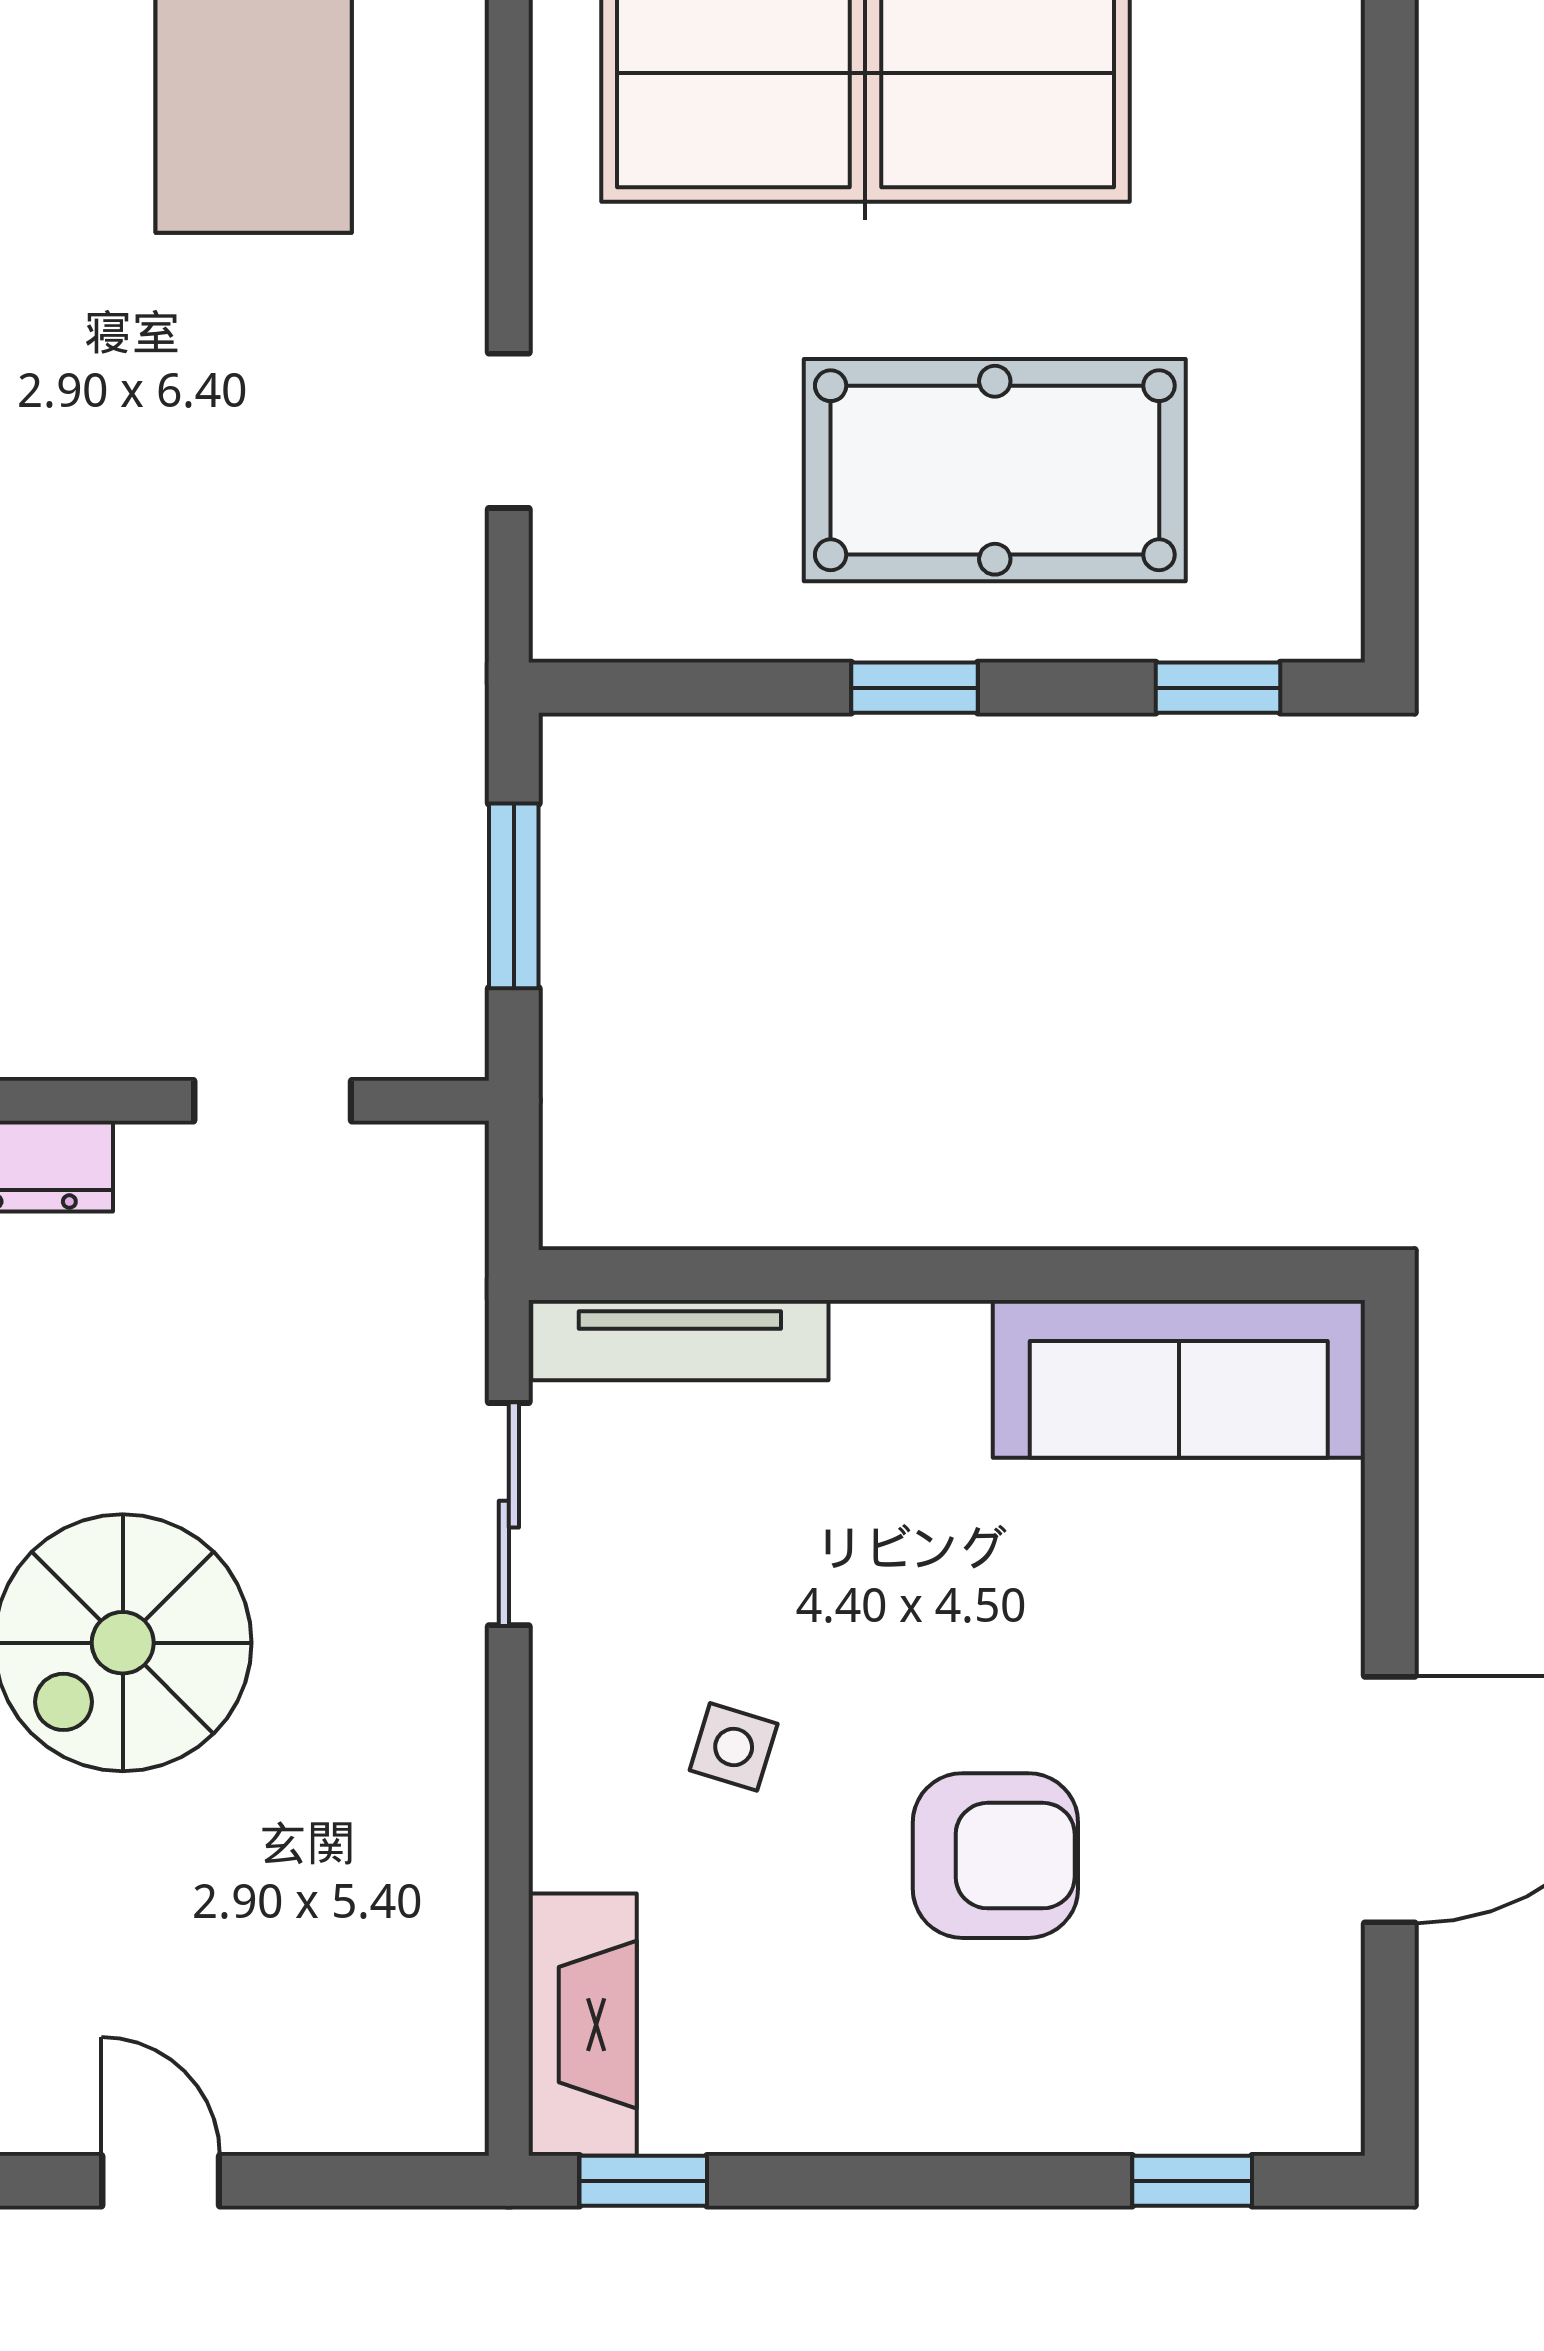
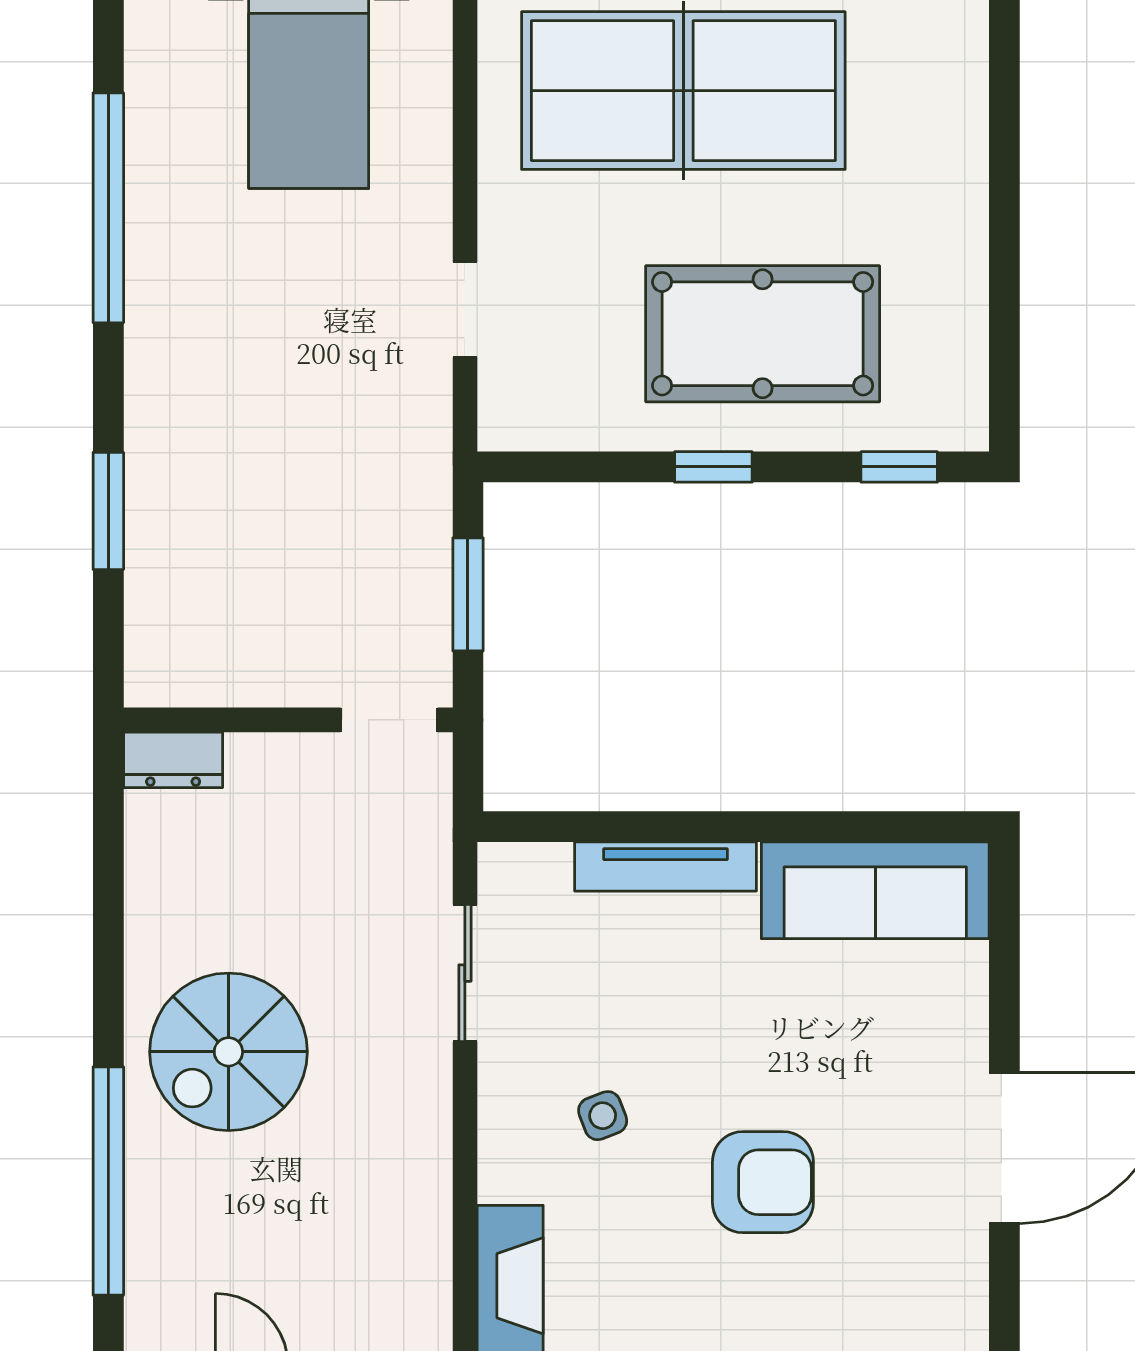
doorway: (273, 1101) -> (389, 720), moved
tv unit: (680, 1340) -> (666, 866), moved
side table: (734, 1747) -> (603, 1116), turned -38

